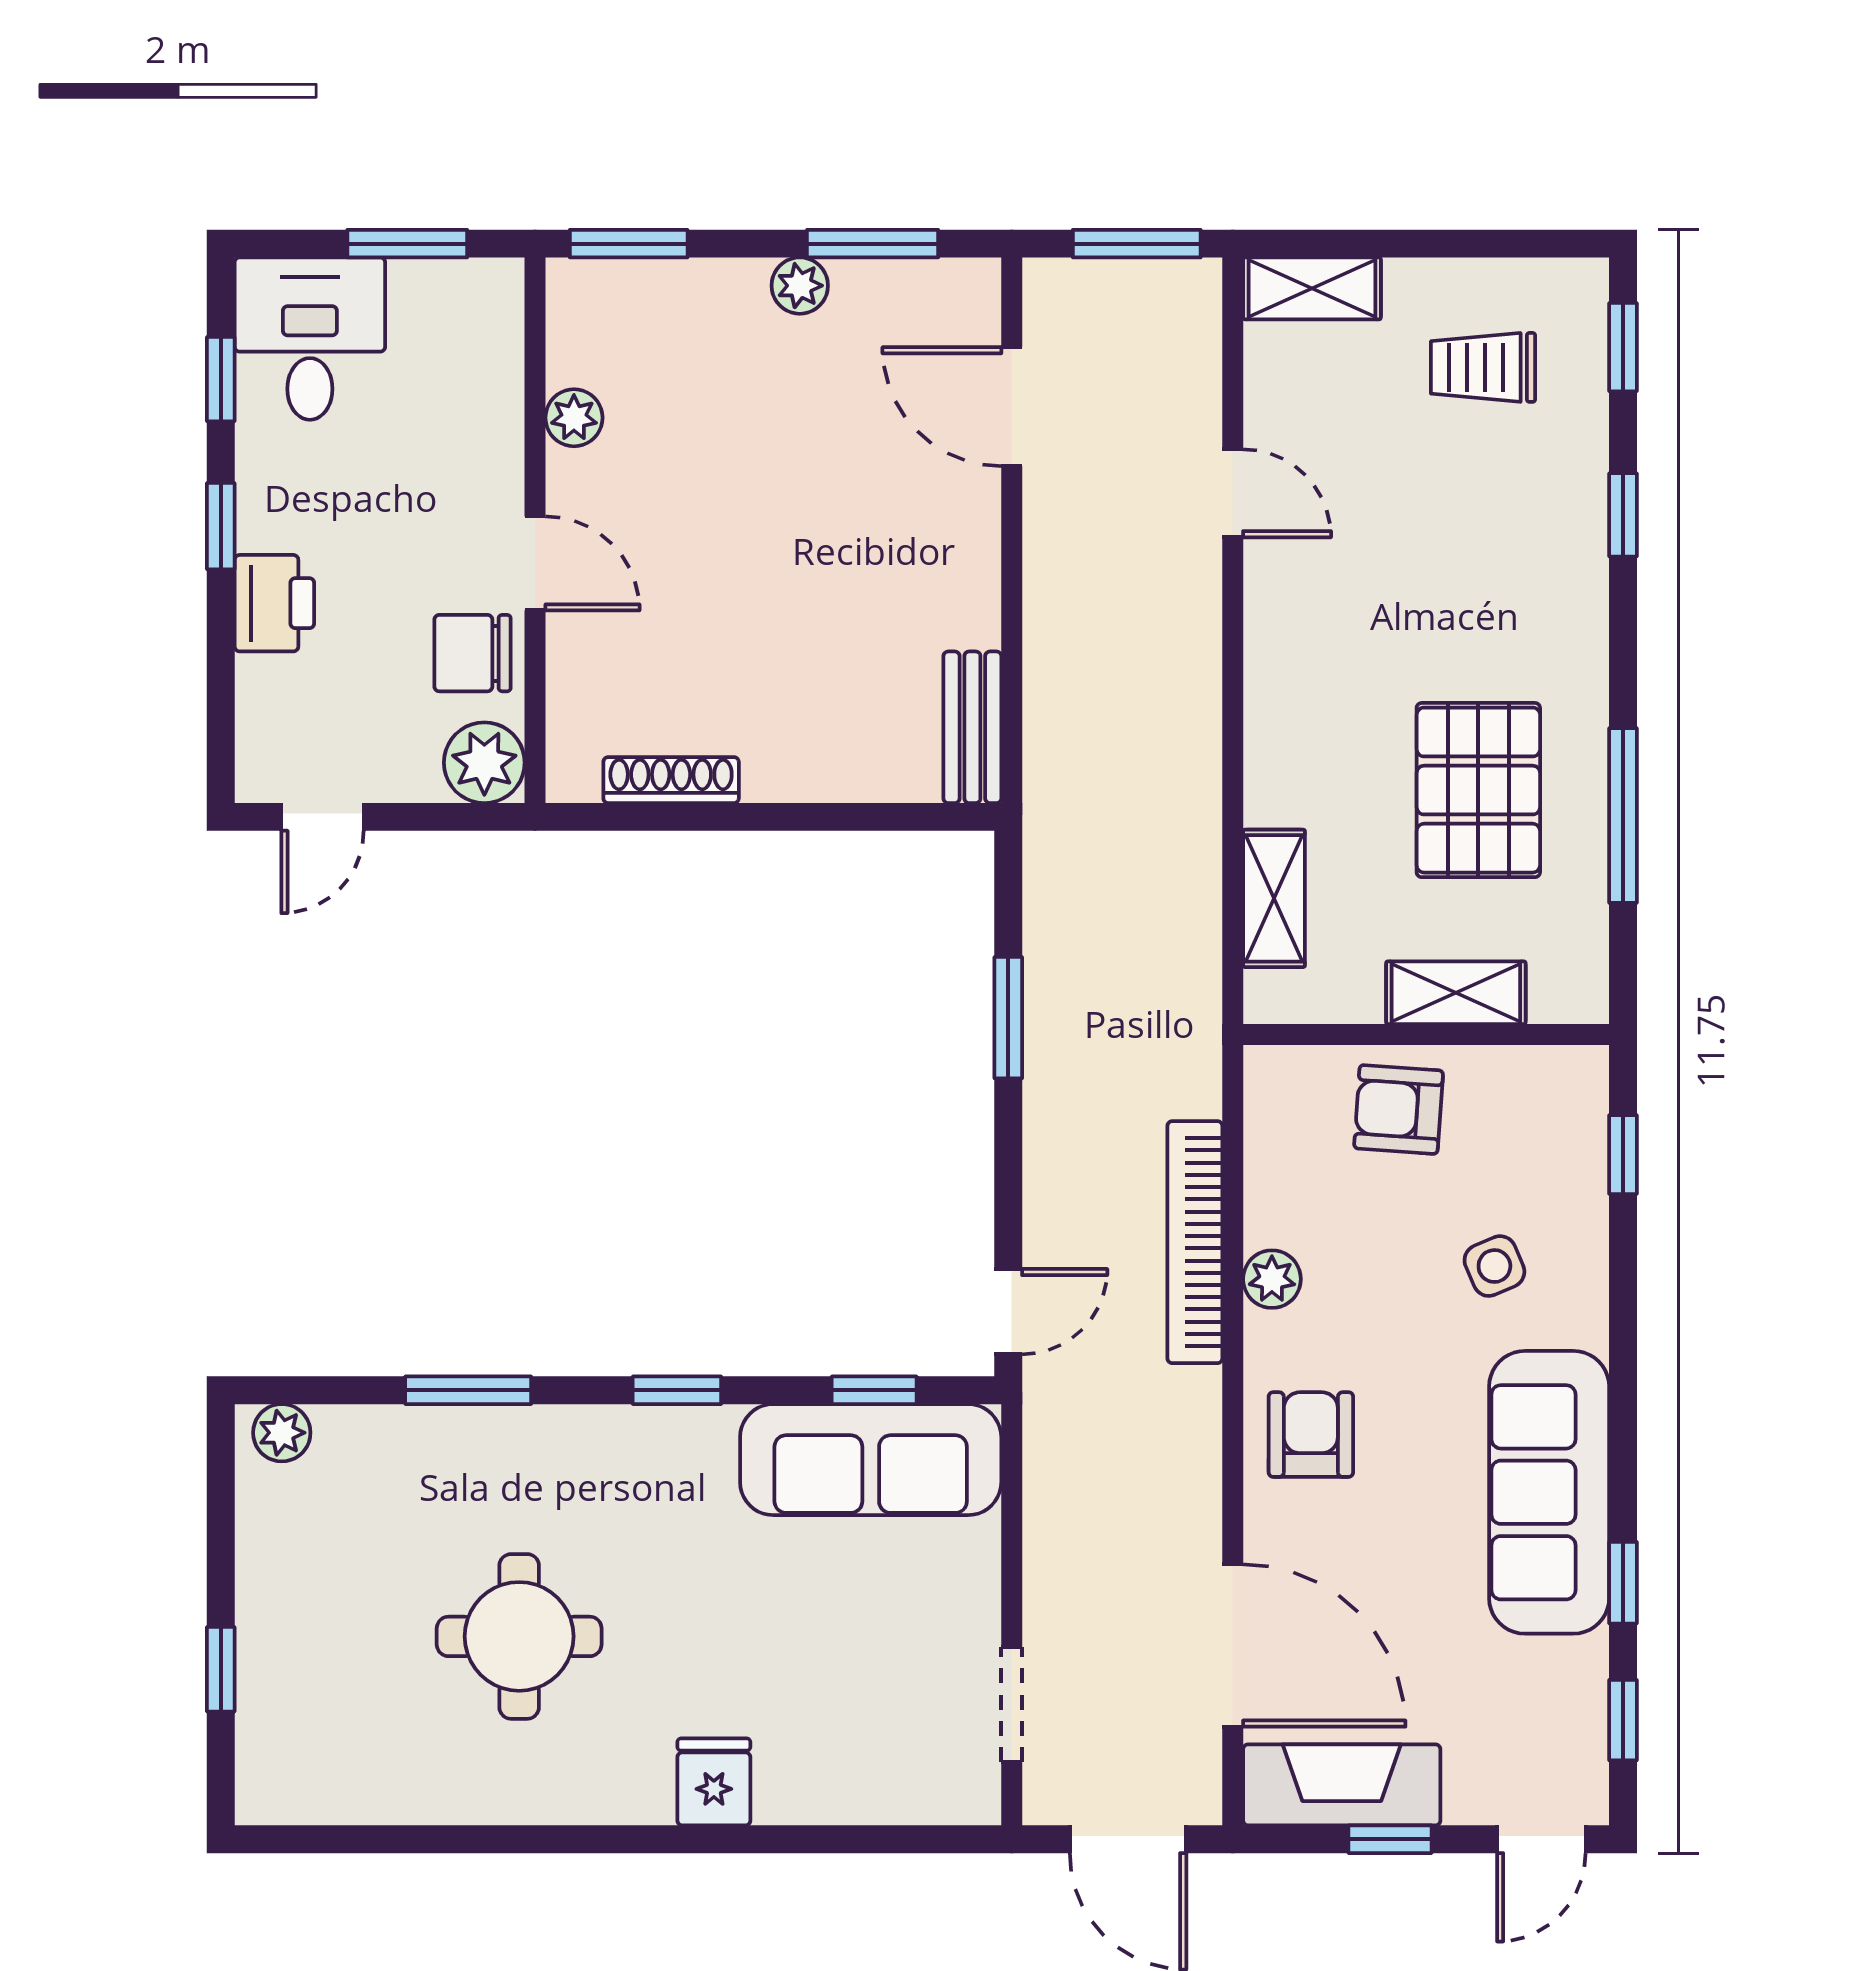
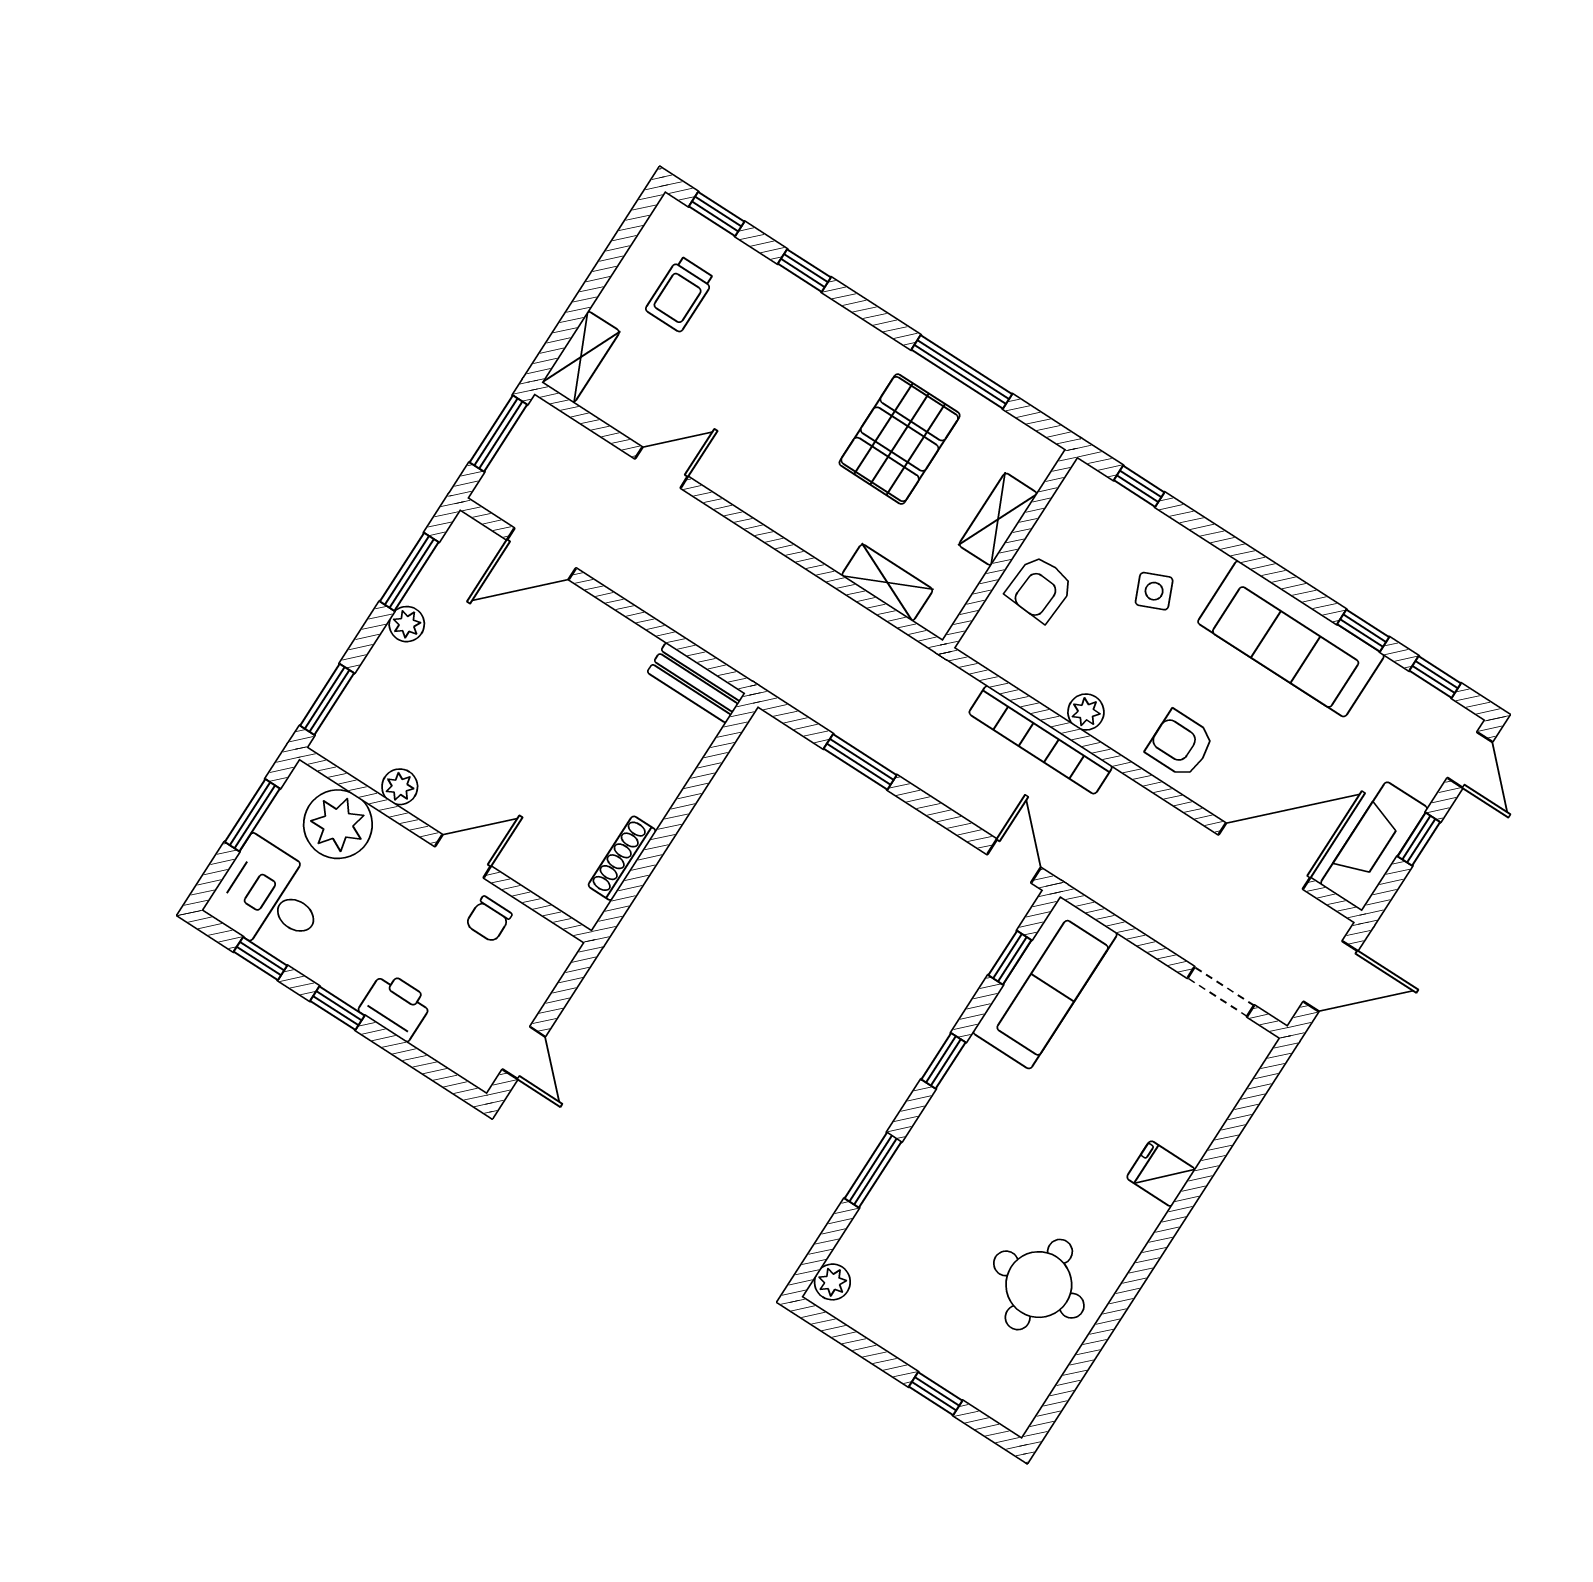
chair: (473, 653) -> (489, 919), width x0.73, depth x0.73
plant: (484, 763) -> (338, 824), moved, width x1.36, depth x1.36
pallet: (1478, 790) -> (900, 439), turned 90
round table: (519, 1636) -> (1039, 1285), moved

